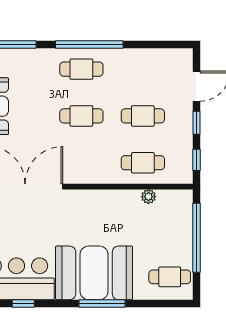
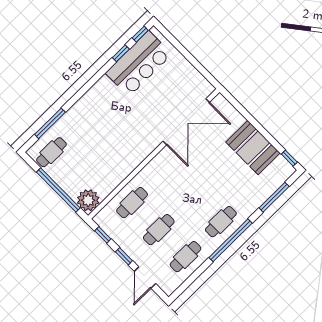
cafe table: (81, 116) -> (185, 257), moved
plant: (148, 197) -> (88, 200), moved, width x1.87, depth x1.87
booth: (94, 273) -> (97, 111), removed
window: (102, 303) -> (50, 123), moved

